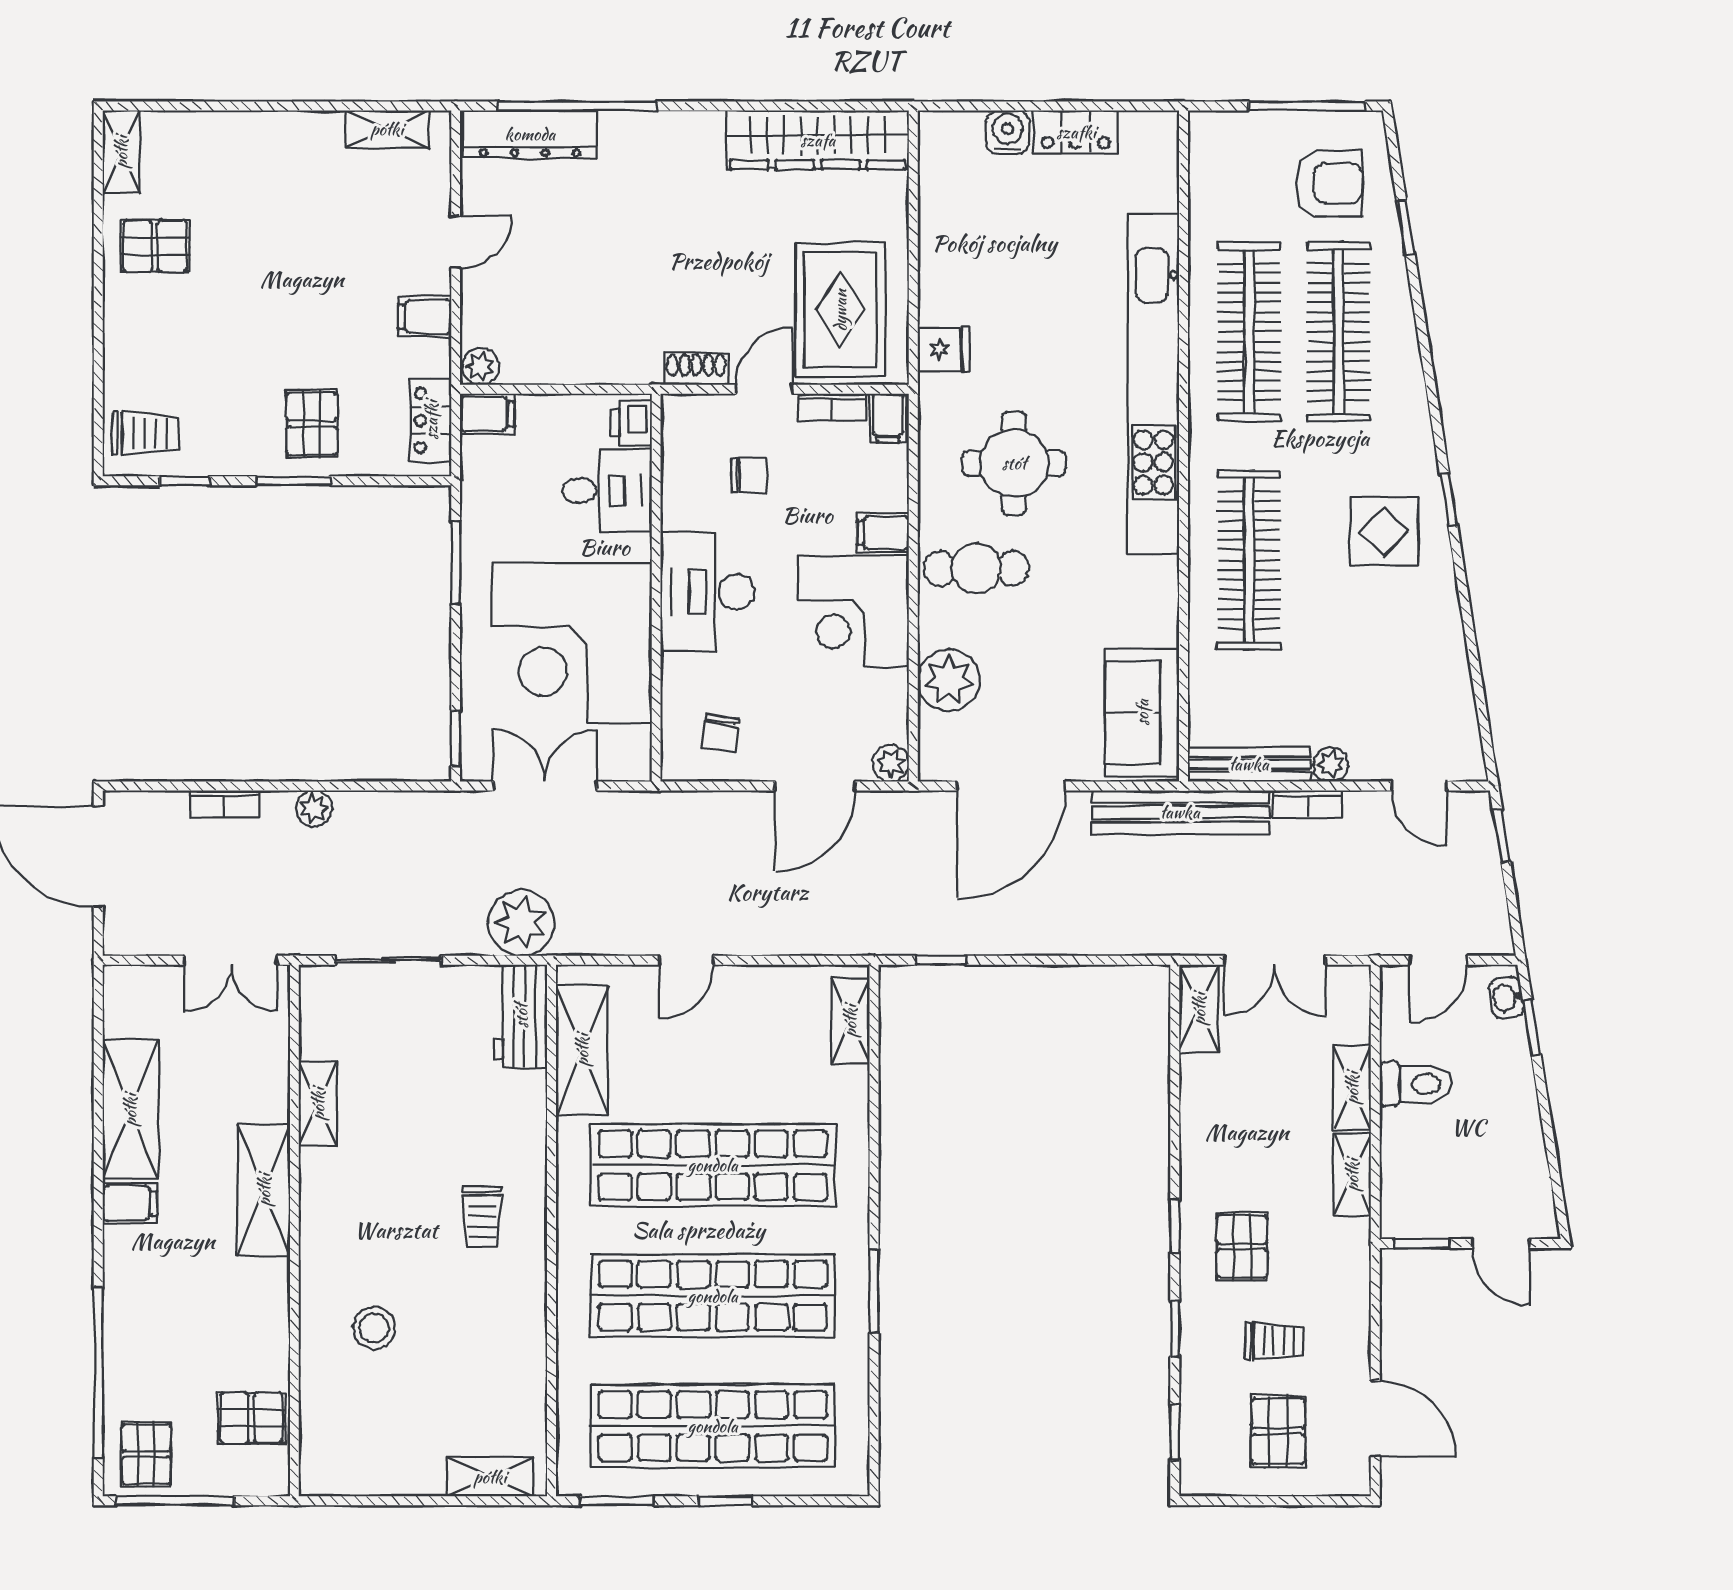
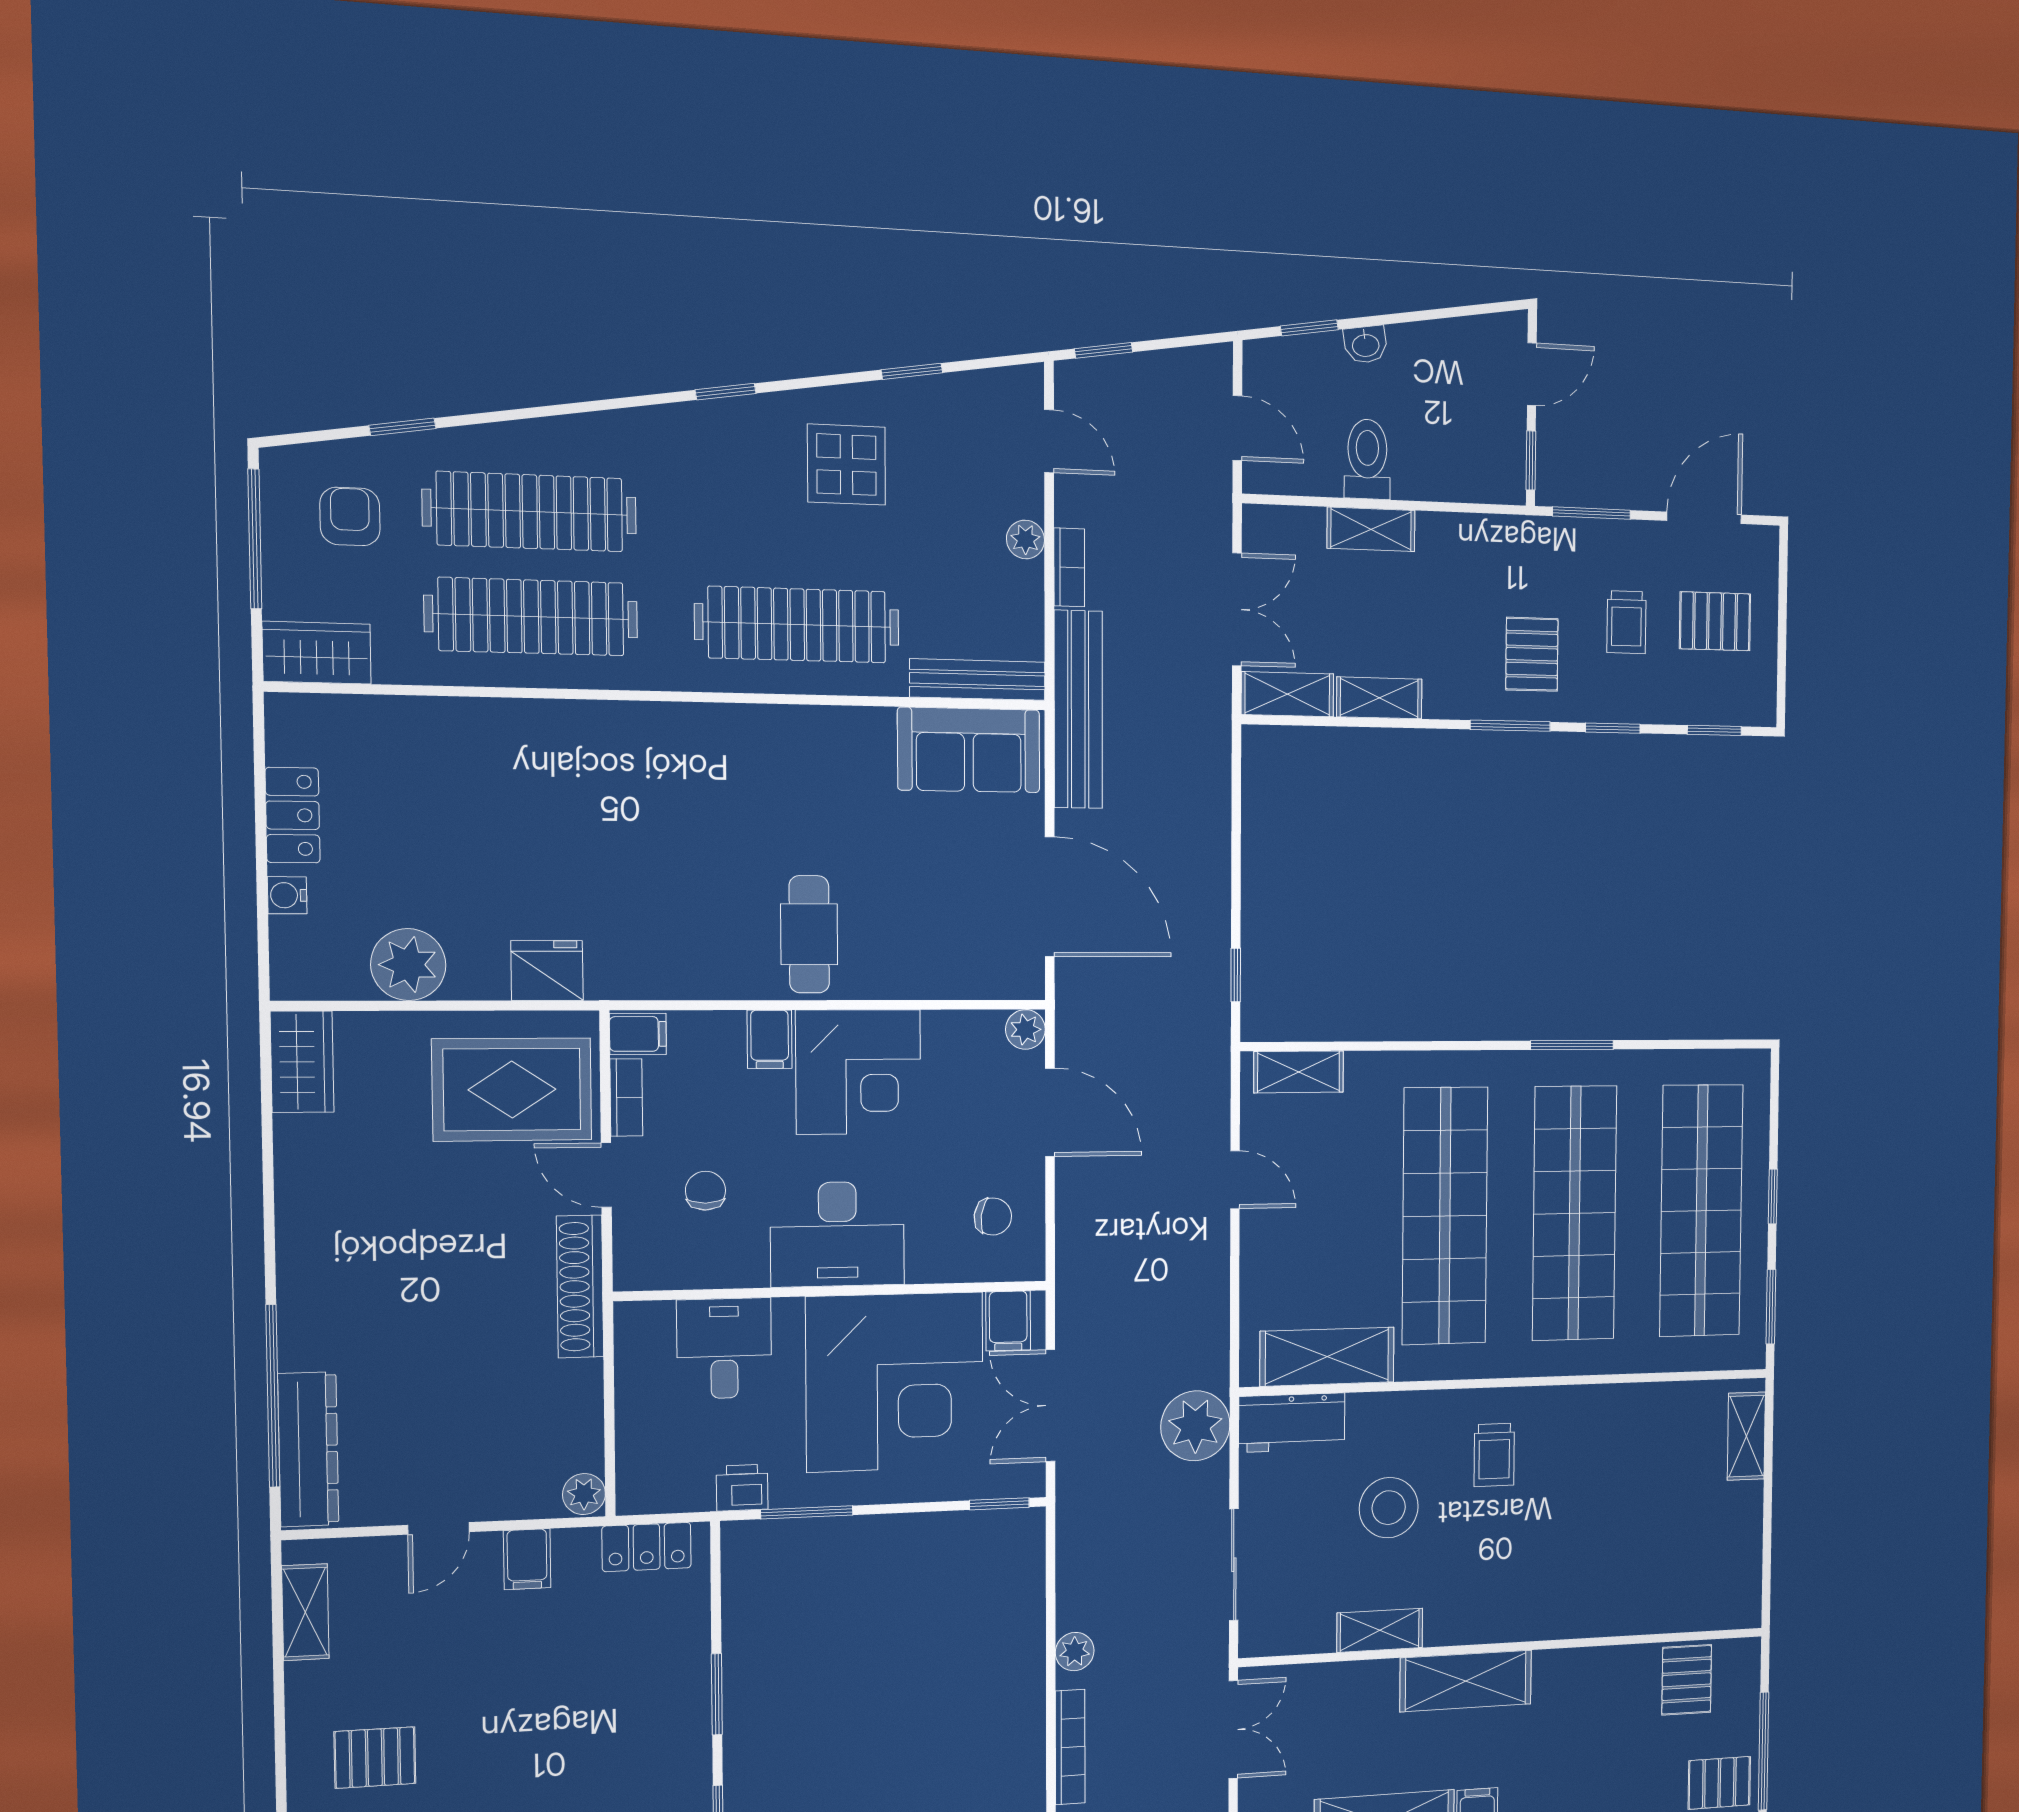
water cooler: (1008, 132) -> (287, 895), width x0.72, depth x0.72
wardrobe: (818, 140) -> (302, 1062), width x0.48, depth x0.85
wardrobe: (1213, 154) -> (317, 653), added
armchair: (1329, 183) -> (350, 516), width x0.72, depth x0.72
door: (456, 242) -> (438, 1528), swing flipped
fridge: (944, 349) -> (547, 971), width x1.38
shoe rack: (696, 369) -> (580, 1287), width x1.94, depth x1.24
kitchen unit: (1153, 384) -> (595, 729), removed
filing cabinet: (487, 414) -> (1008, 1321), moved, turned 180
printer: (631, 423) -> (742, 1488), moved, turned 180
pallet: (312, 424) -> (375, 1758), moved
round table: (1014, 463) -> (689, 891), removed
display table: (1384, 531) -> (846, 465), moved
window: (1474, 663) -> (912, 371), added
plant: (949, 680) -> (408, 965), moved
bench: (1249, 764) -> (977, 680), moved, turned 90
door: (1419, 786) -> (1049, 441), hinge flipped
bookcase: (224, 804) -> (1070, 1747), width x1.56
door: (686, 960) -> (1235, 1180), moved
washbasin: (1506, 998) -> (1366, 345), moved
shelving: (1352, 1175) -> (1379, 698), moved
trolley: (482, 1217) -> (1494, 1455), turned 90
window: (1175, 1226) -> (1510, 726), width x1.50
pallet: (1242, 1247) -> (1532, 654), turned 90
window: (1375, 1305) -> (1592, 513), added
stool: (374, 1328) -> (1389, 1508), moved, width x1.38, depth x1.38
trolley: (1275, 1341) -> (1626, 622), turned 180

